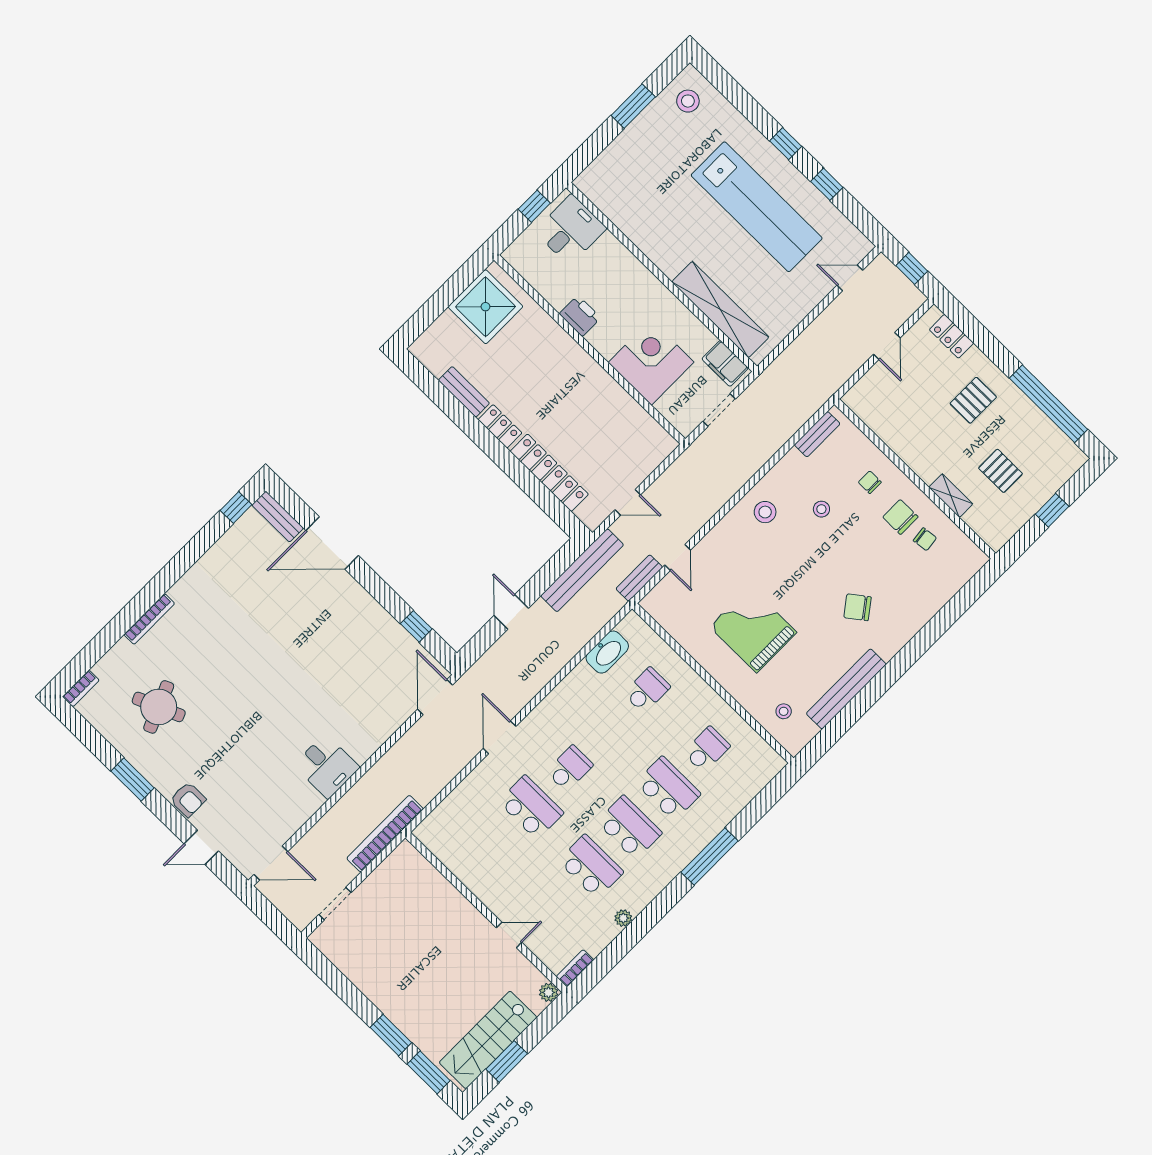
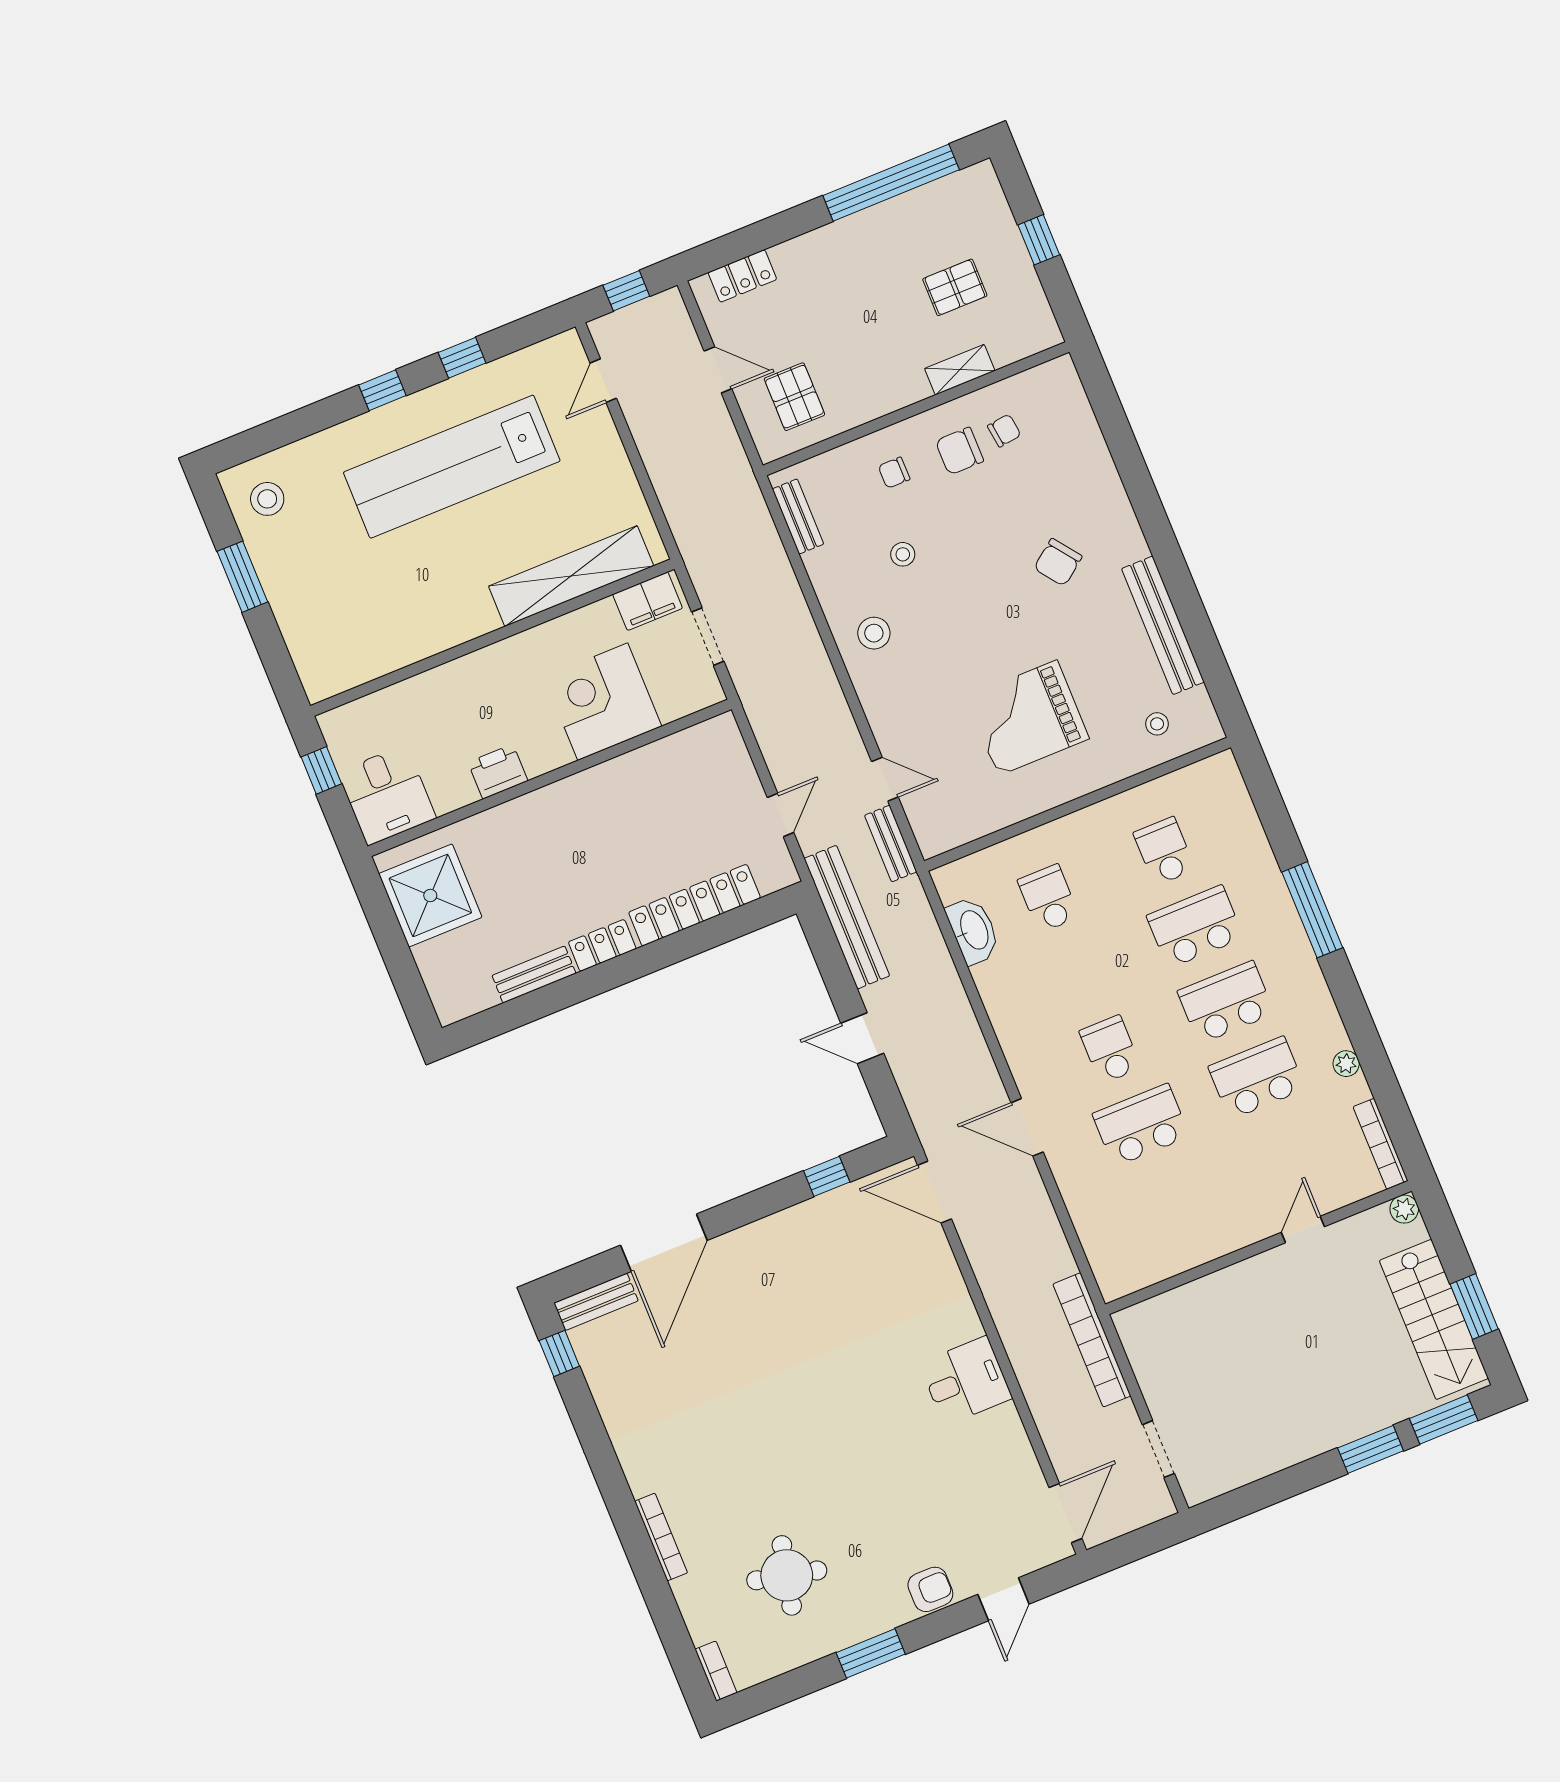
lab bench: (757, 207) -> (452, 467), turned 180
desk: (570, 230) -> (387, 795), moved, turned 180
pallet: (973, 400) -> (794, 397), moved
round table: (159, 707) -> (787, 1575), turned 36
bookcase: (575, 968) -> (1380, 1144), width x1.56

